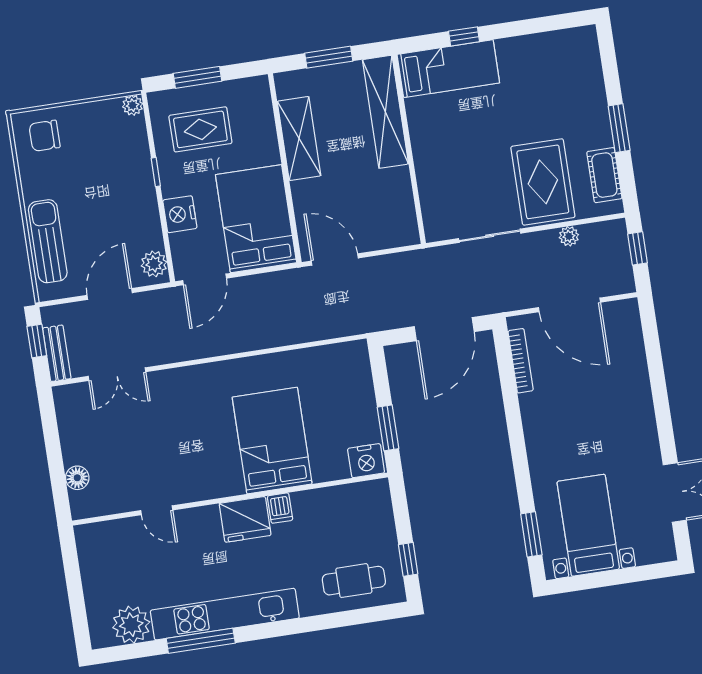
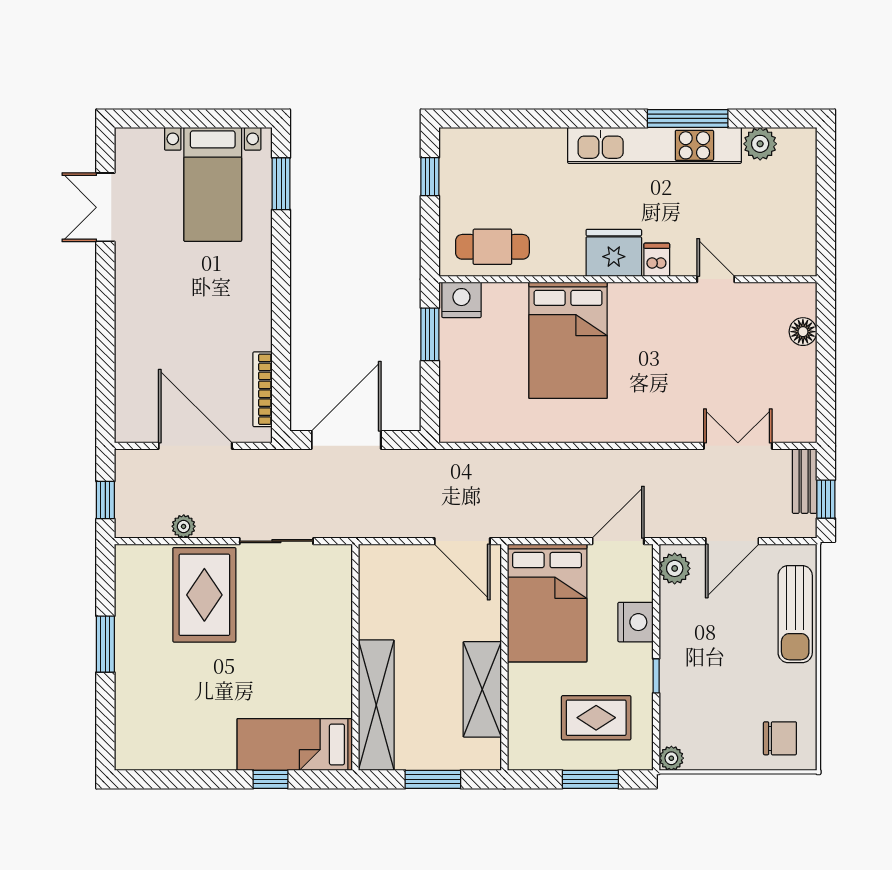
cot: (604, 175) -> (131, 592), removed
dishwasher: (280, 508) -> (657, 260), moved
cafe table: (354, 581) -> (492, 247), moved
plant: (131, 625) -> (760, 144), width x0.73, depth x0.73

